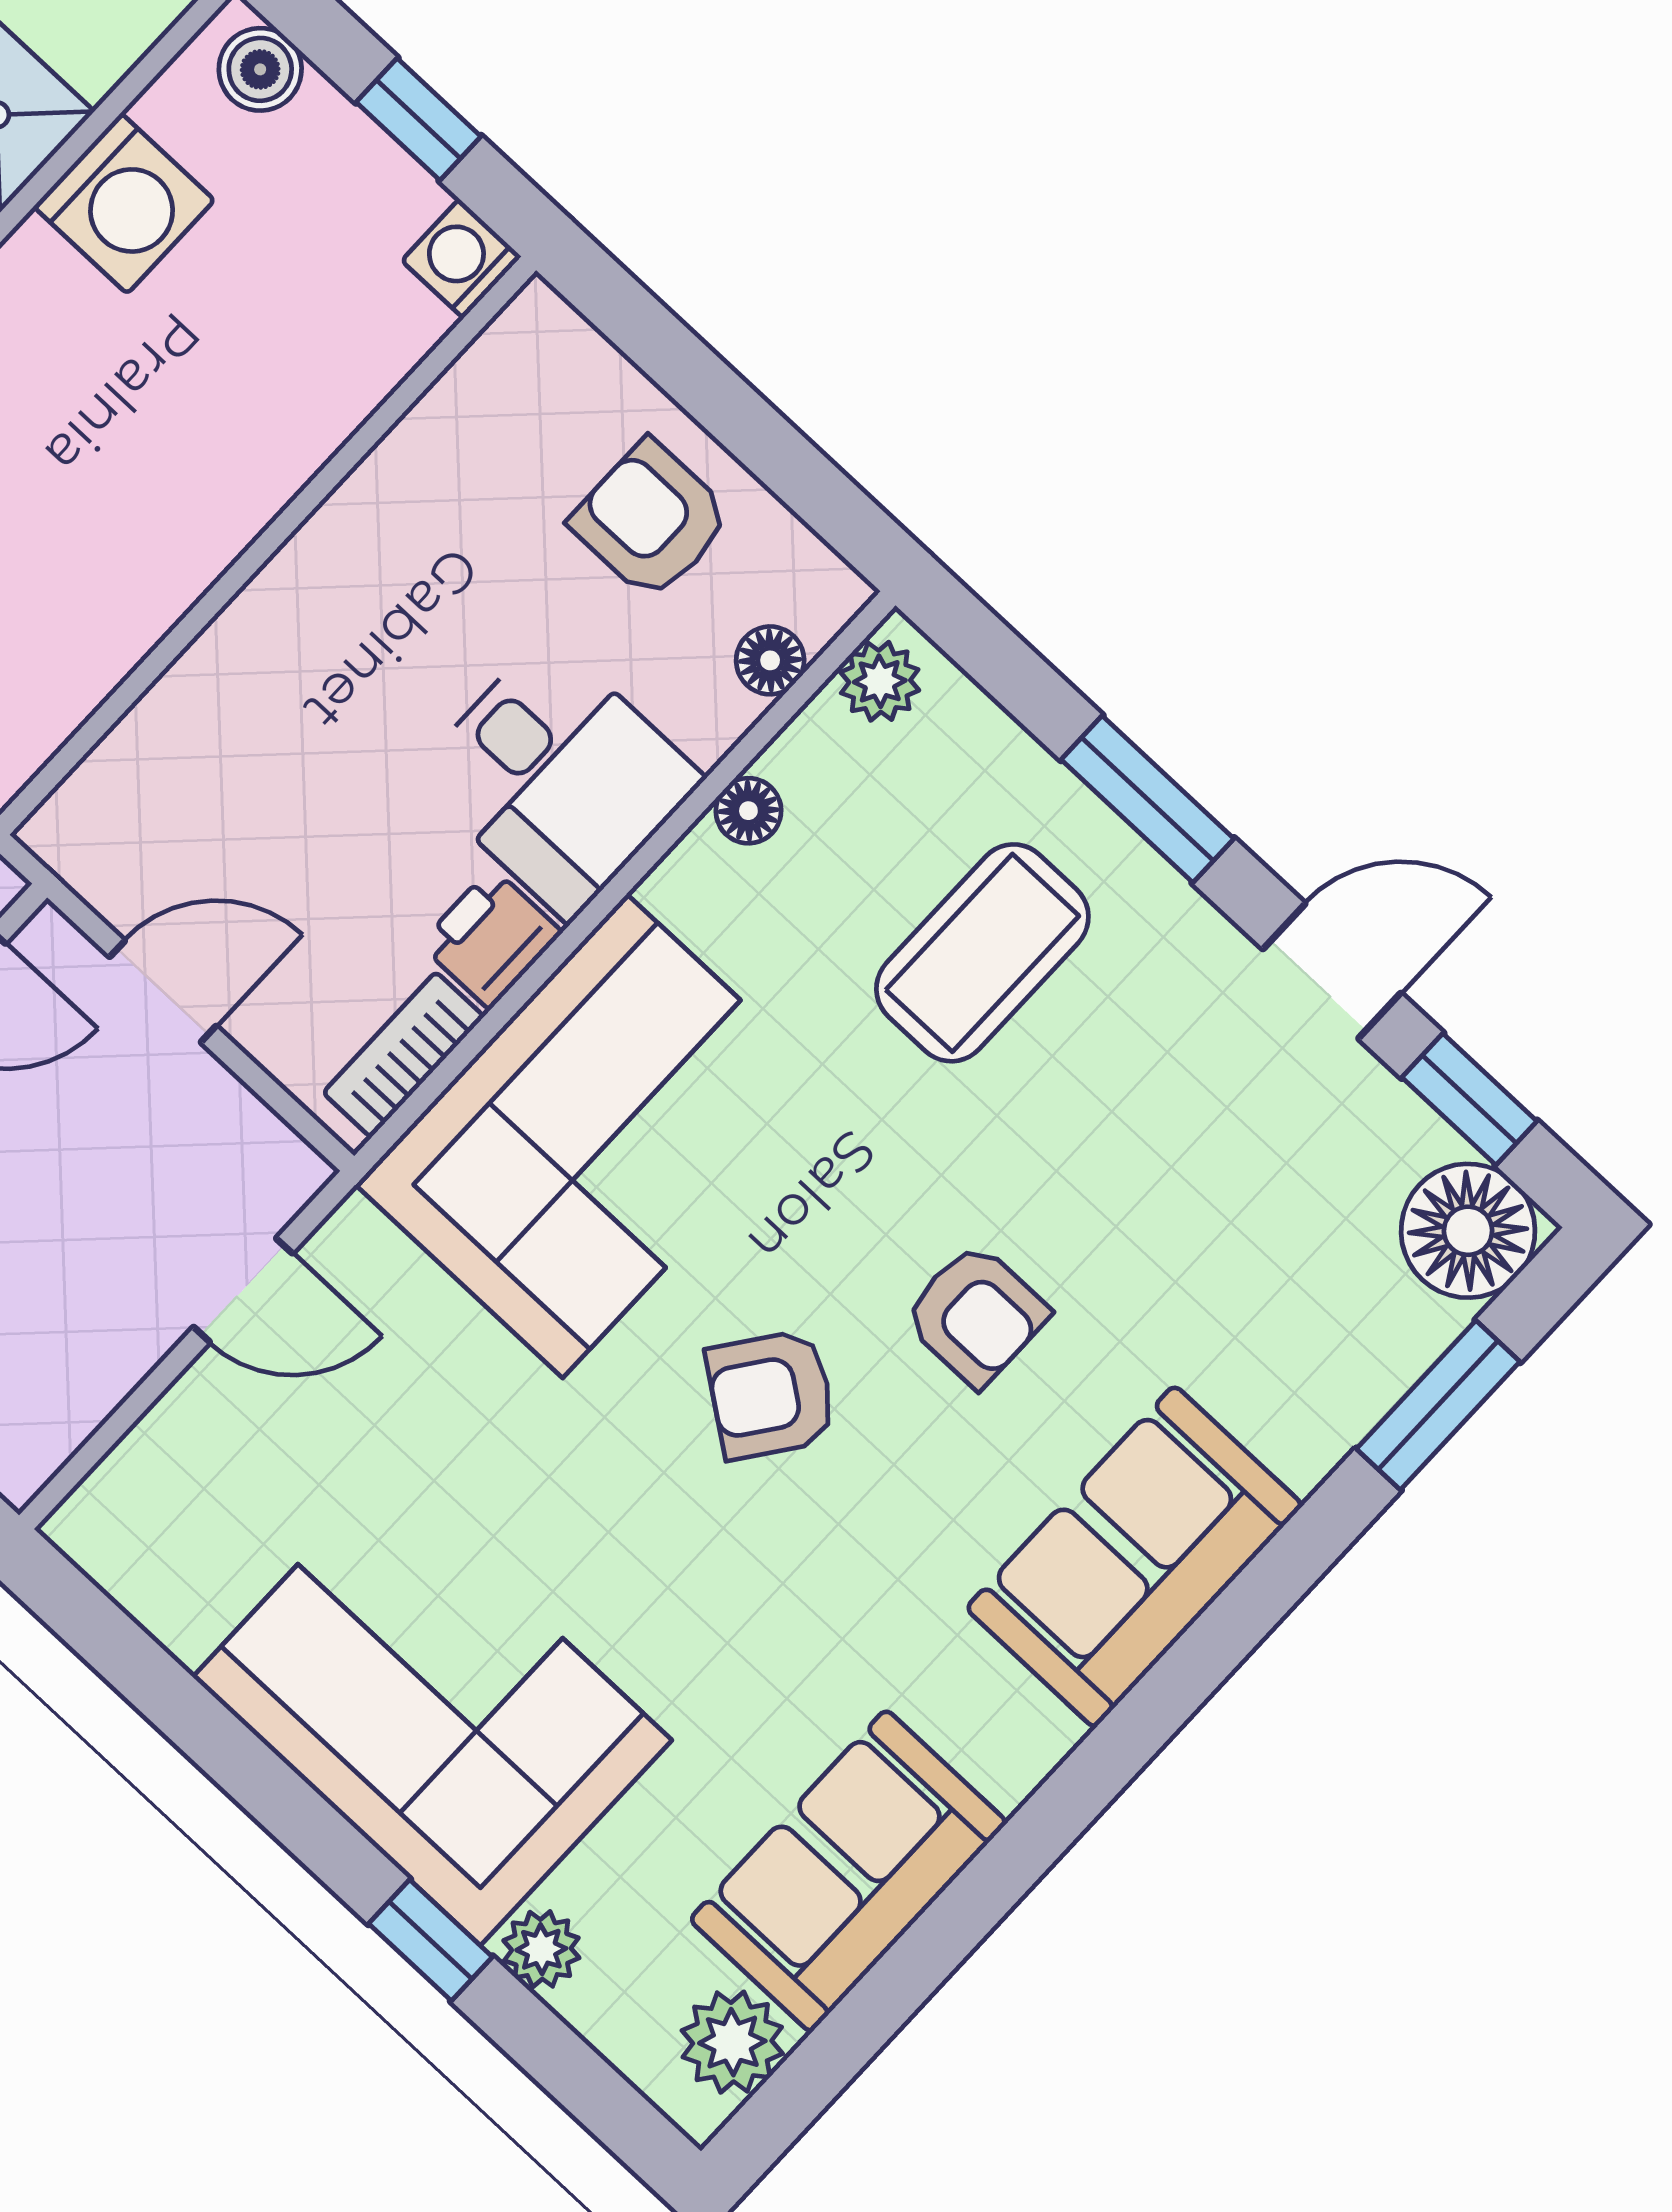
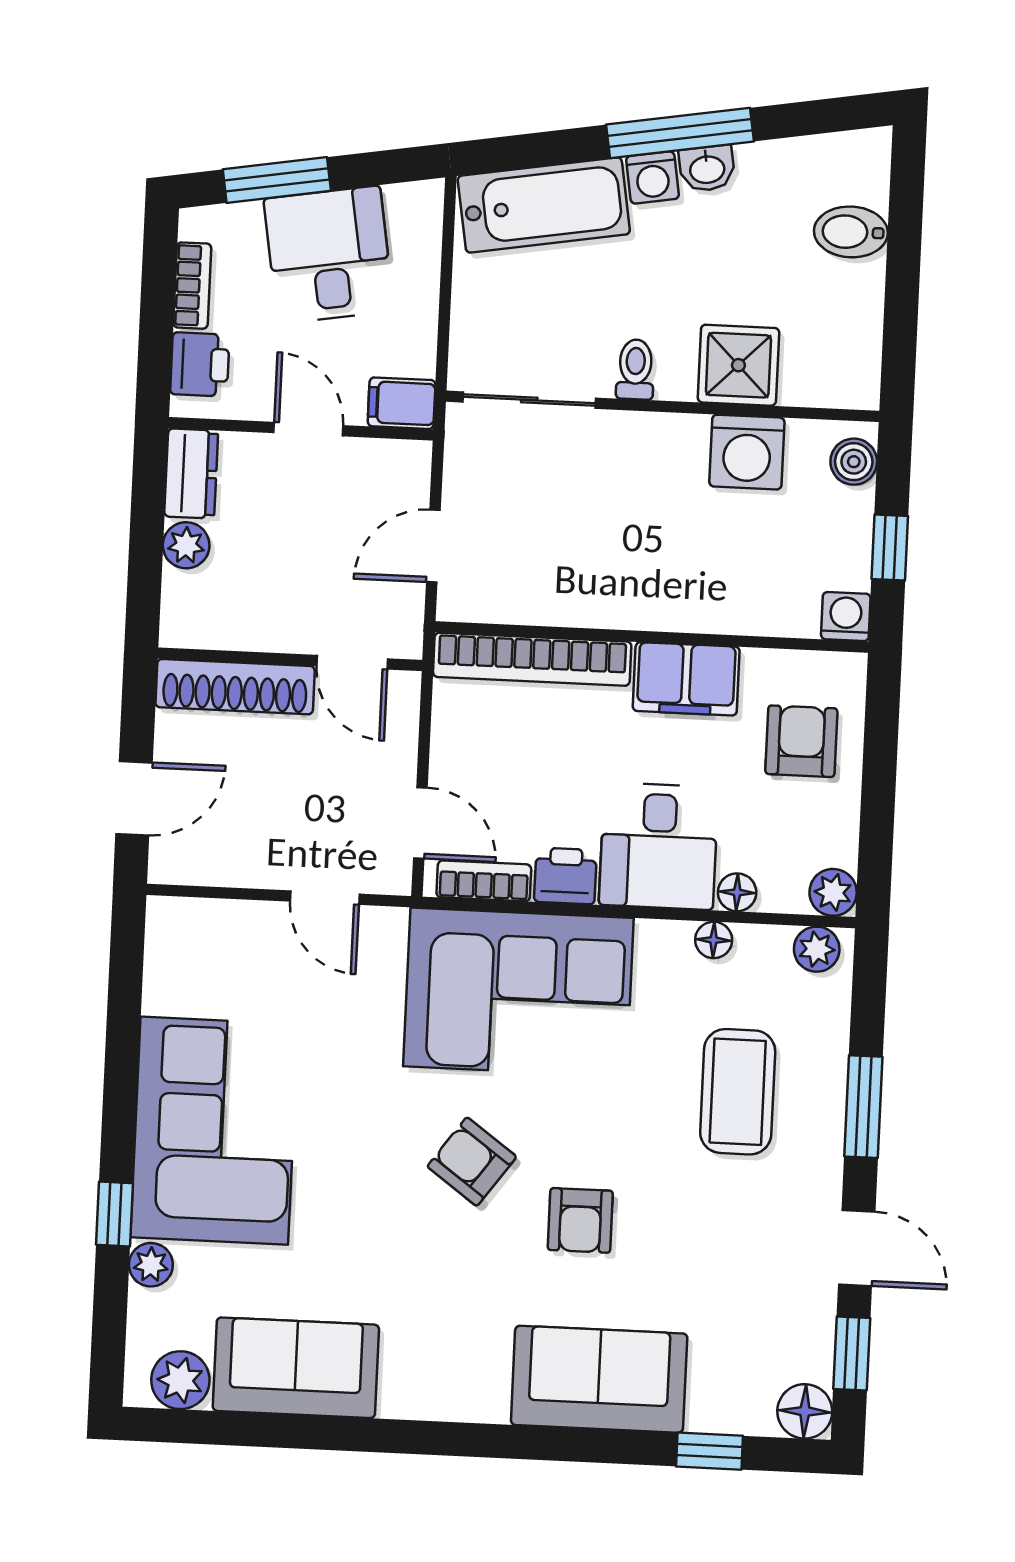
armchair: (651, 520) -> (801, 741), moved
filing cabinet: (362, 547) -> (686, 679), added
plant: (821, 594) -> (833, 892), added
floor lamp: (770, 660) -> (737, 892), moved
bookcase: (158, 734) -> (532, 659), added
coffee table: (982, 953) -> (738, 1092), turned 90
door: (163, 991) -> (420, 823), moved
floor lamp: (1468, 1231) -> (805, 1411), width x0.73, depth x0.73
window: (1438, 1405) -> (709, 1451), width x0.67
sofa: (1134, 1557) -> (599, 1379), moved

